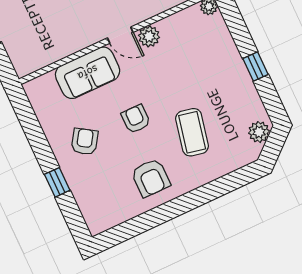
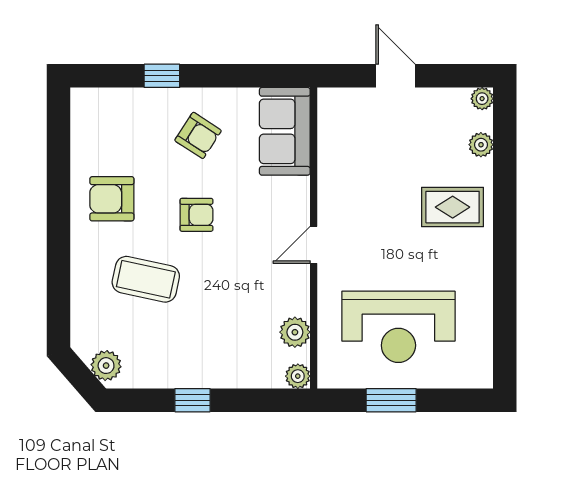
plant: (149, 36) -> (295, 332), moved
sofa: (88, 73) -> (285, 131), moved

